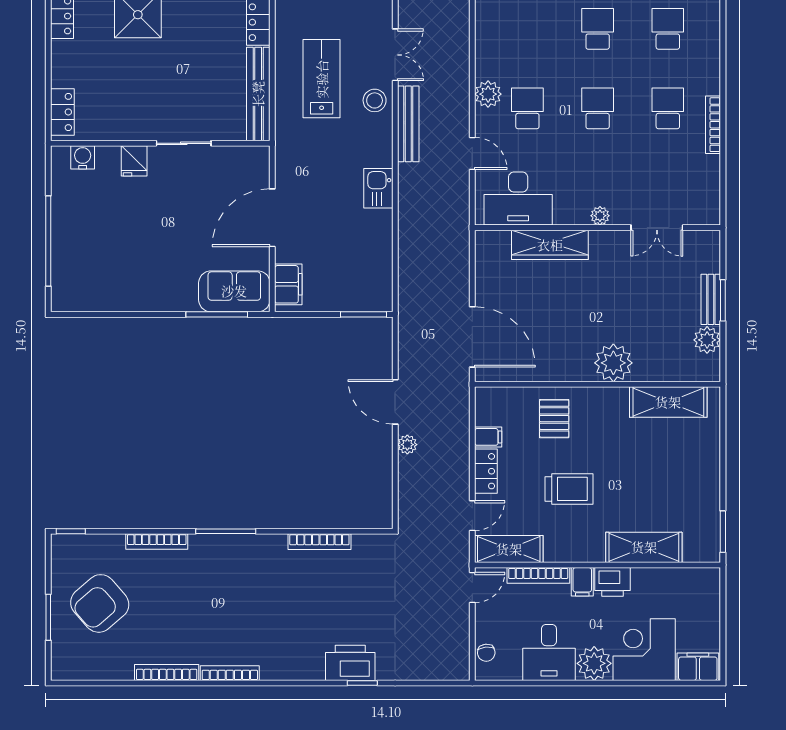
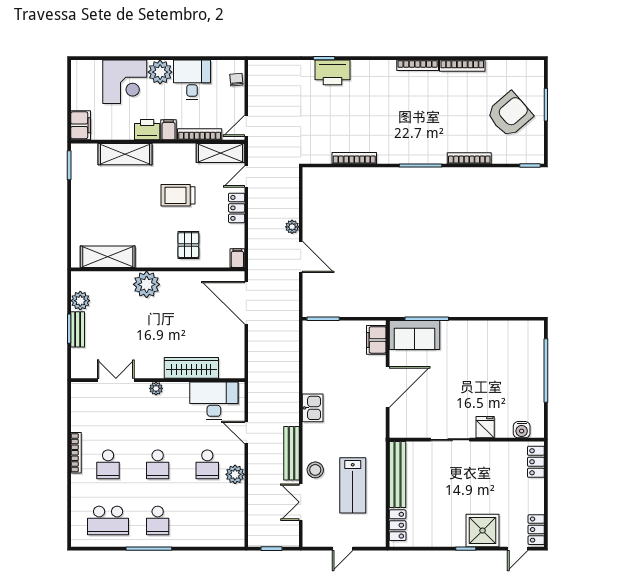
school desk: (668, 29) -> (108, 521), width x1.85
filing cabinet: (488, 437) -> (237, 258), moved, turned 90
filing cabinet: (698, 667) -> (81, 125), moved, turned -90

